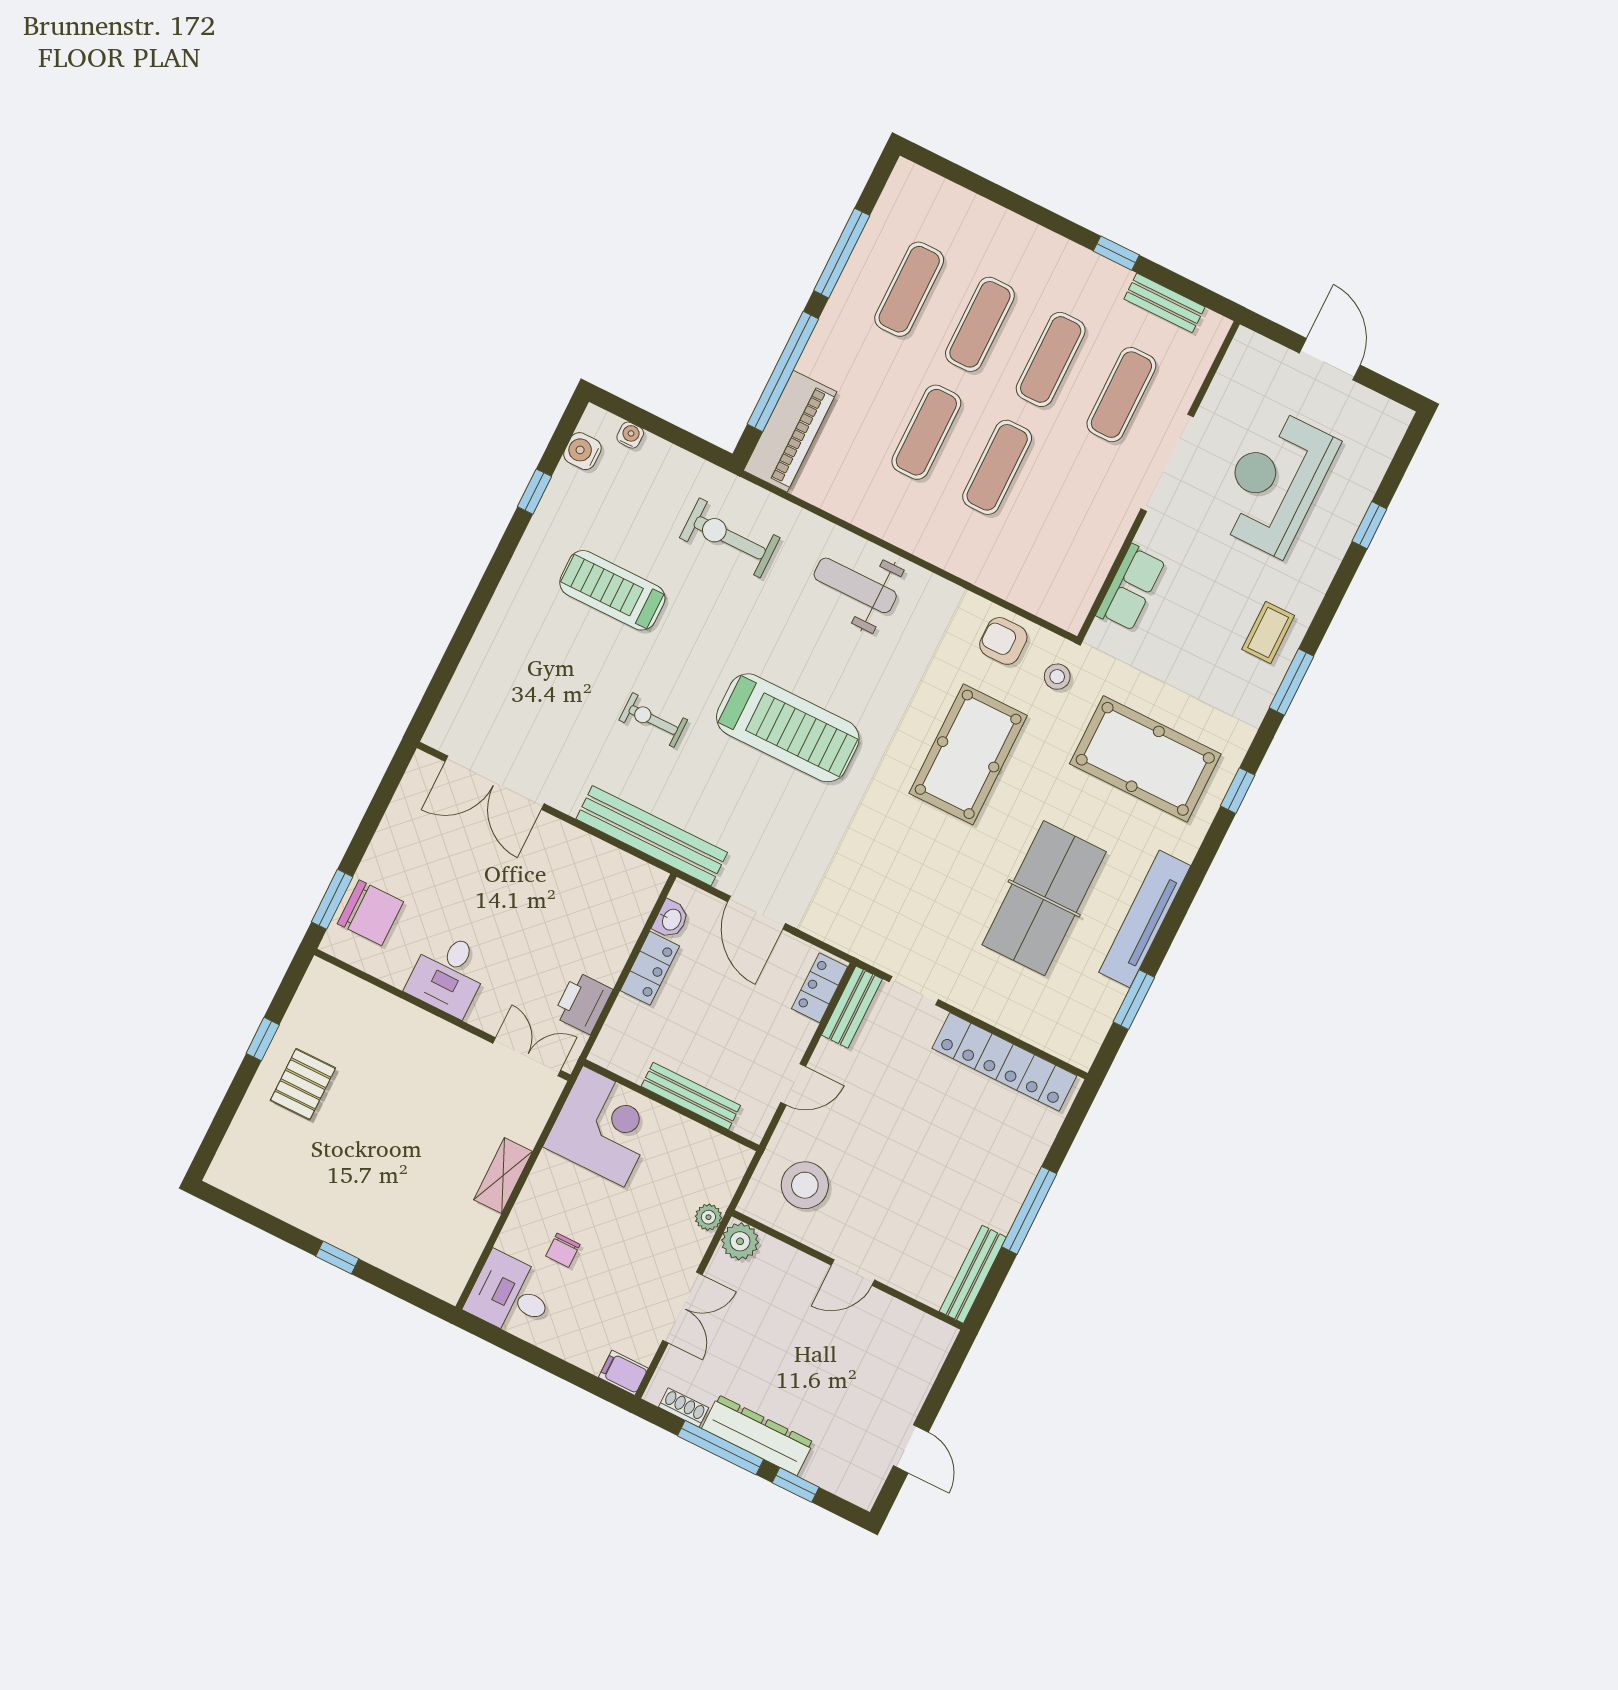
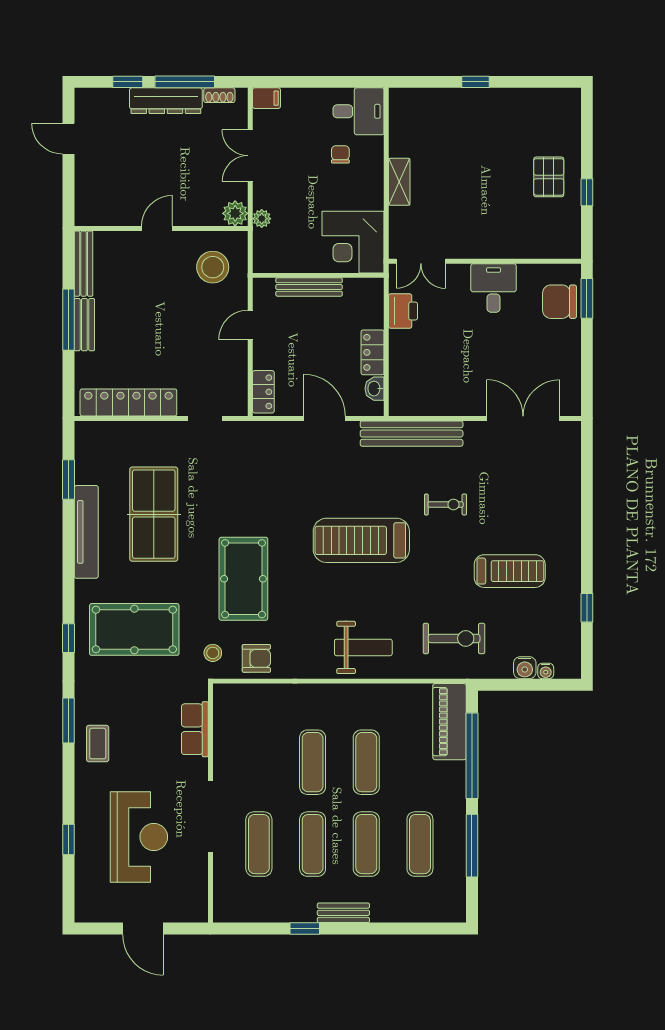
bench: (1165, 303) -> (343, 913), moved
water cooler: (582, 451) -> (525, 668), moved, turned 90
bench: (852, 1007) -> (84, 325), moved

